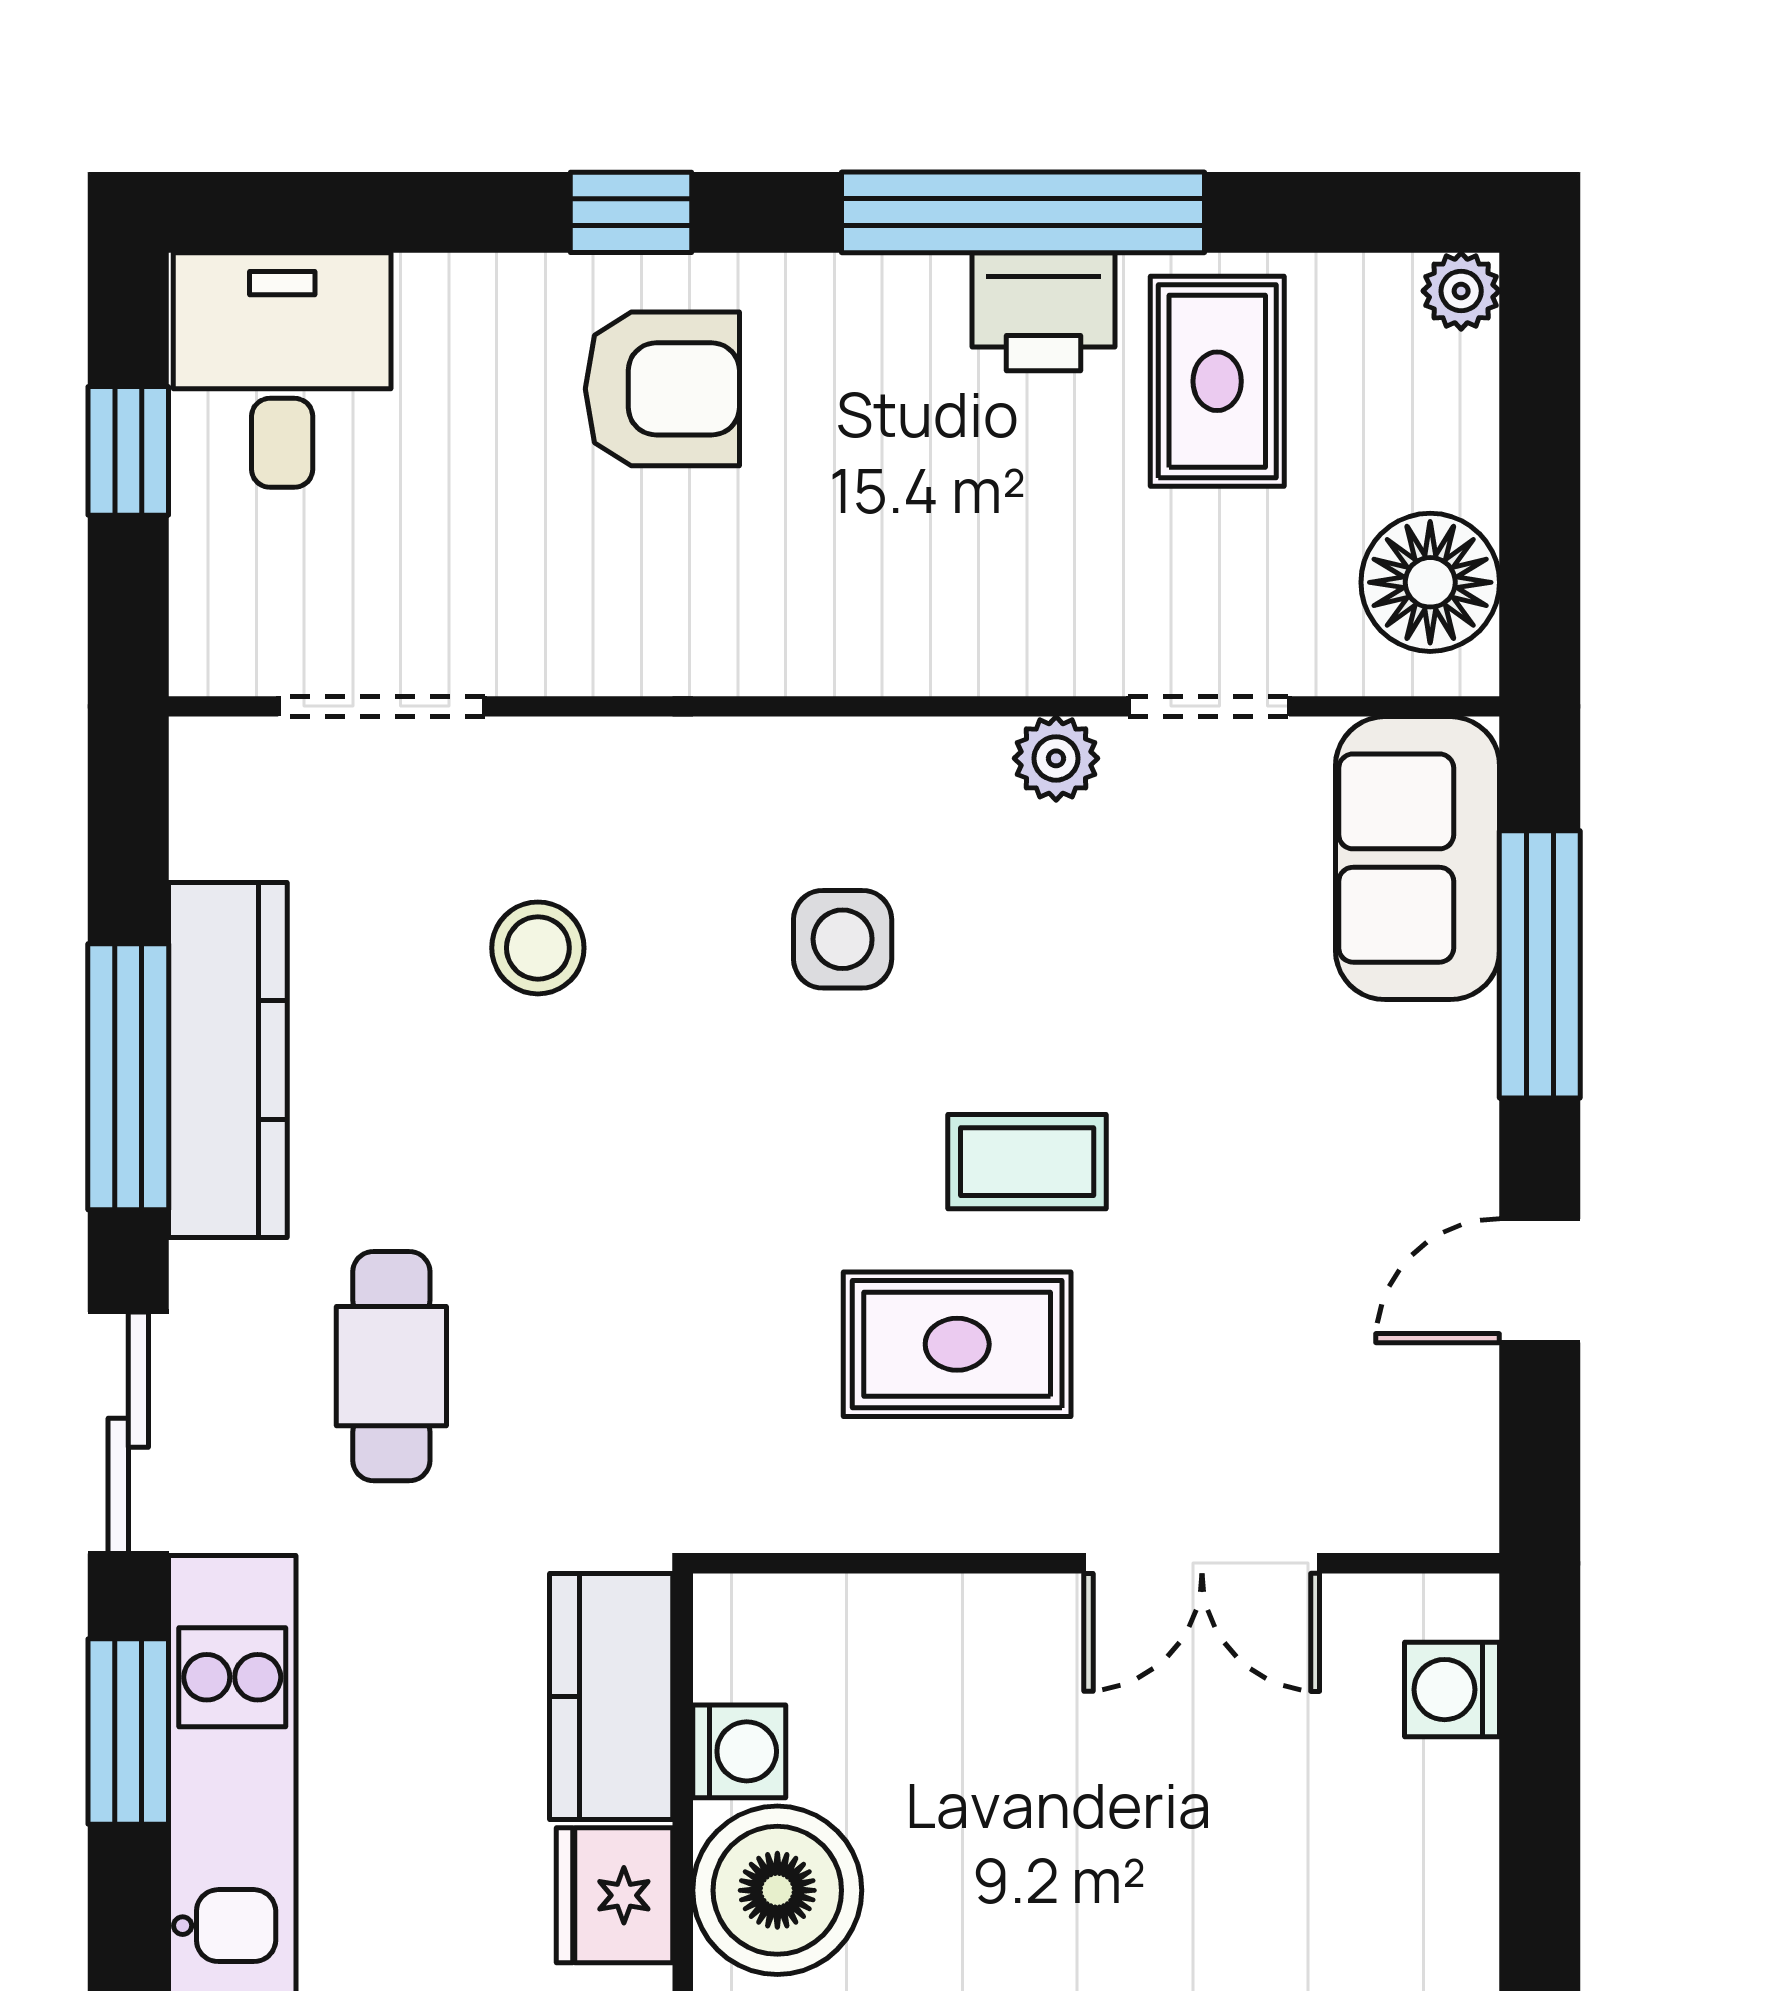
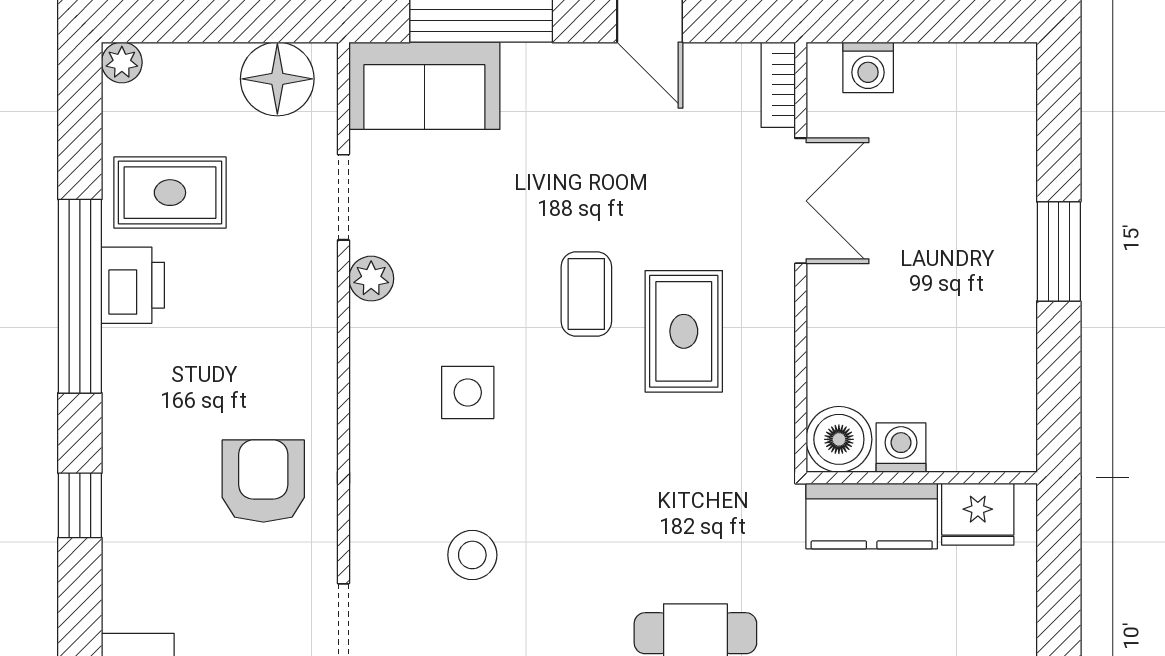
armchair: (662, 389) -> (263, 481), moved
bookcase: (1419, 1521) -> (778, 85), added
boiler: (777, 1890) -> (839, 439), moved, width x0.73, depth x0.73

